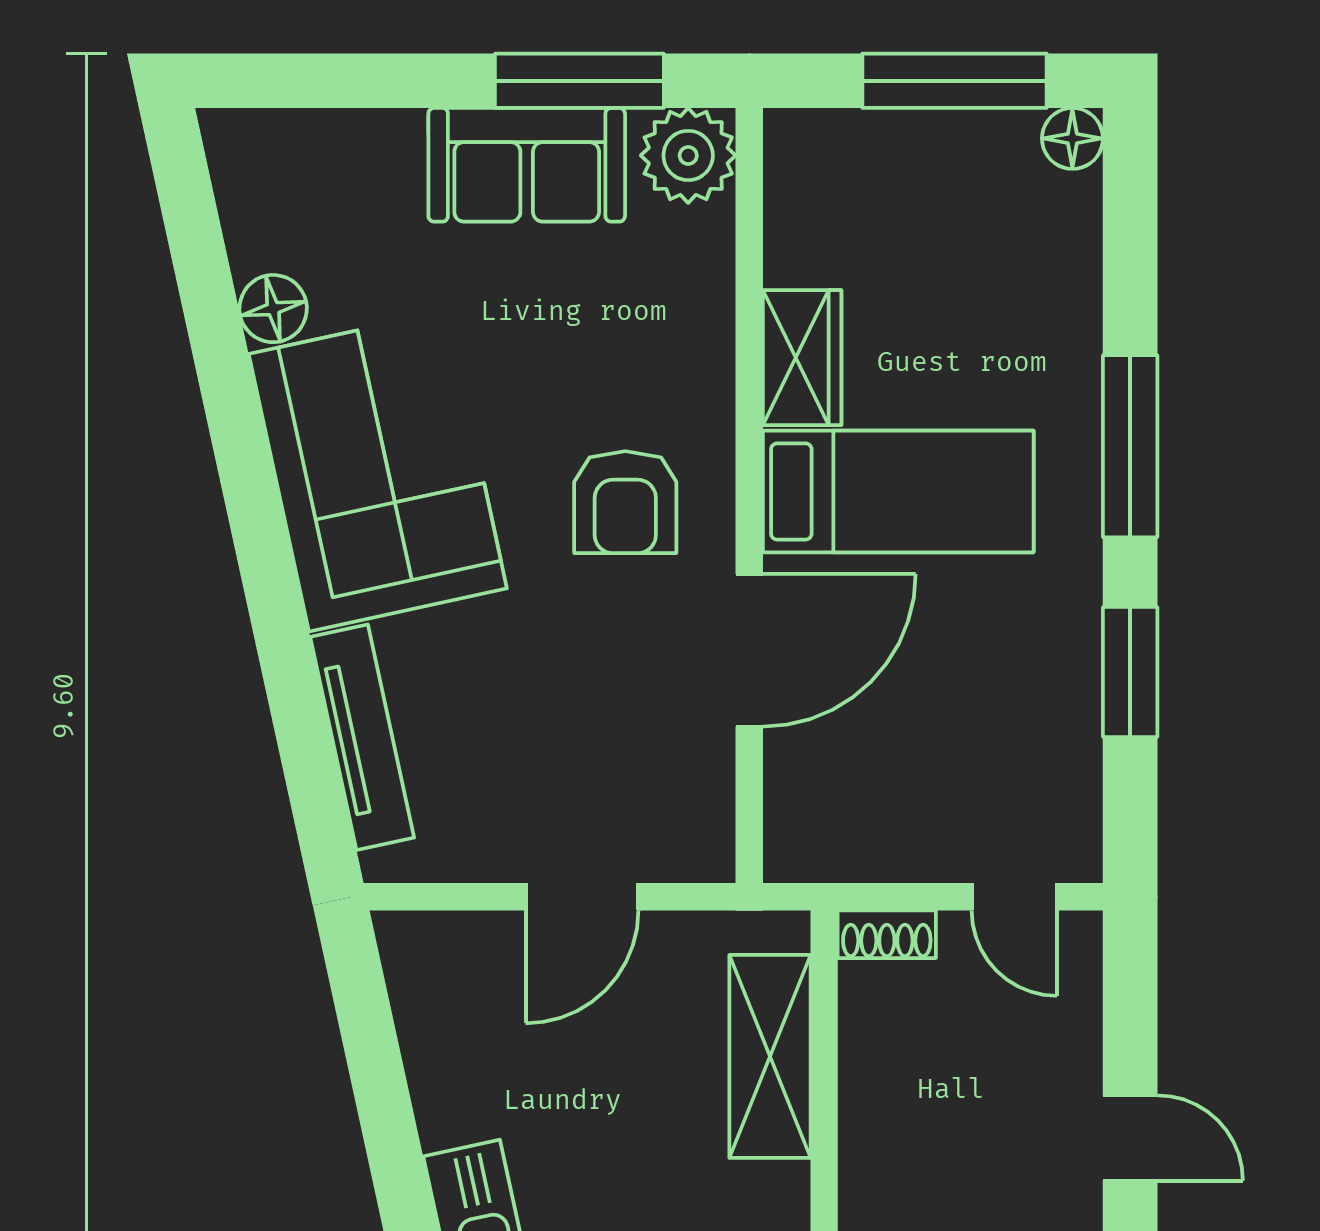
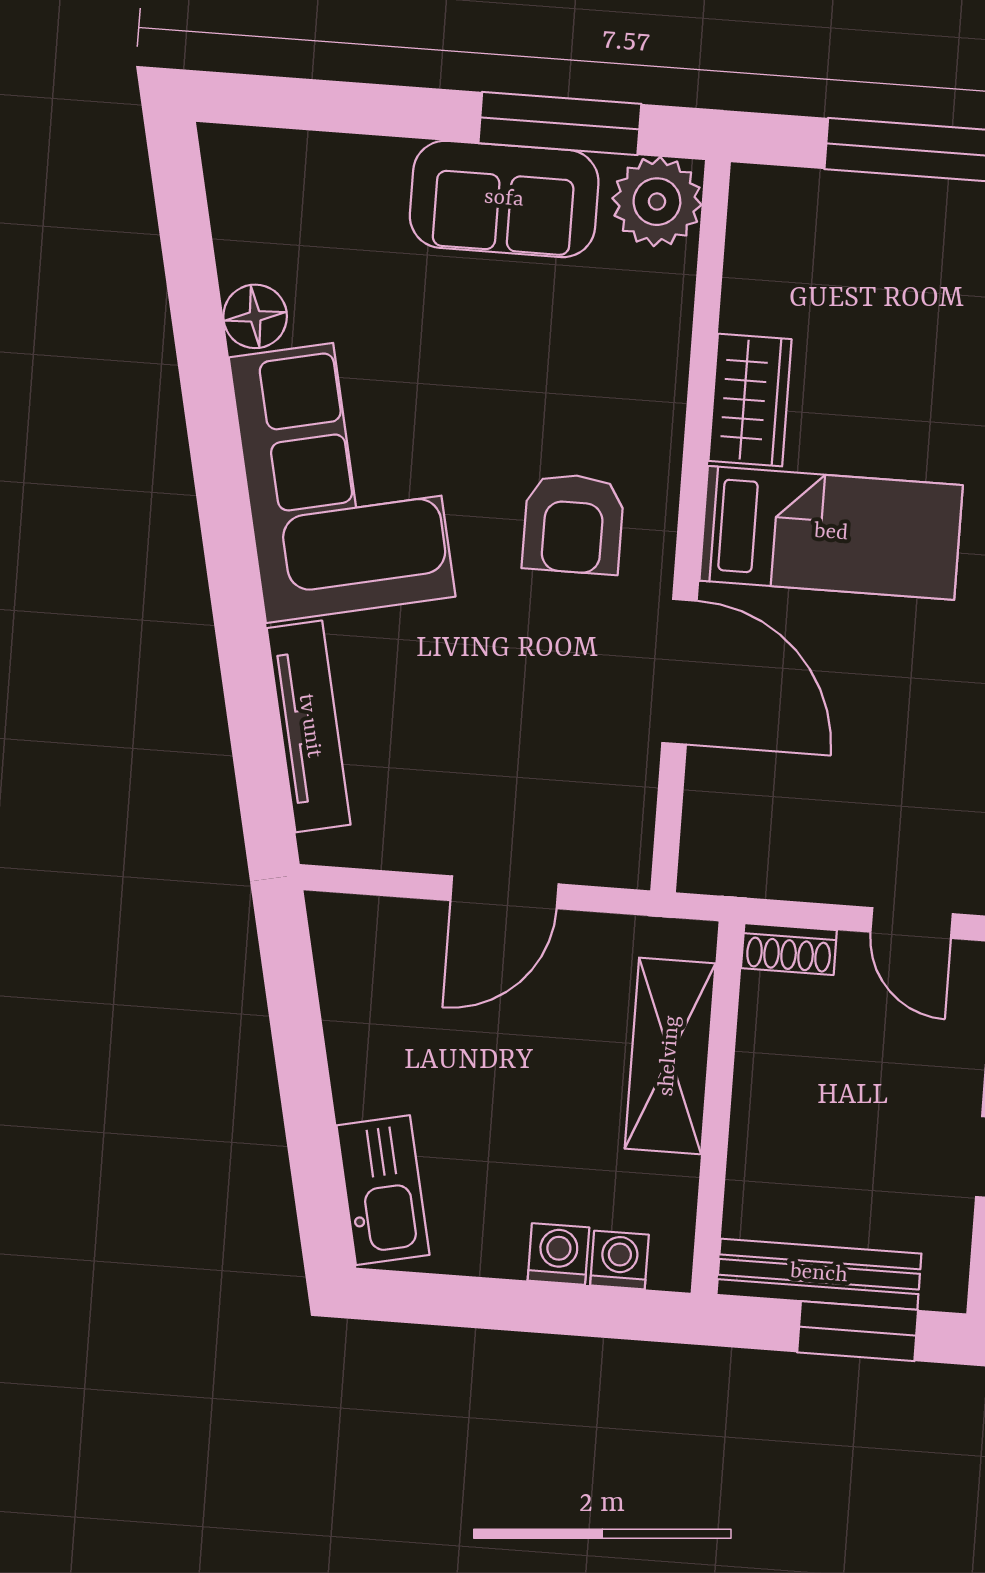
door: (749, 650) -> (680, 672), hinge flipped

